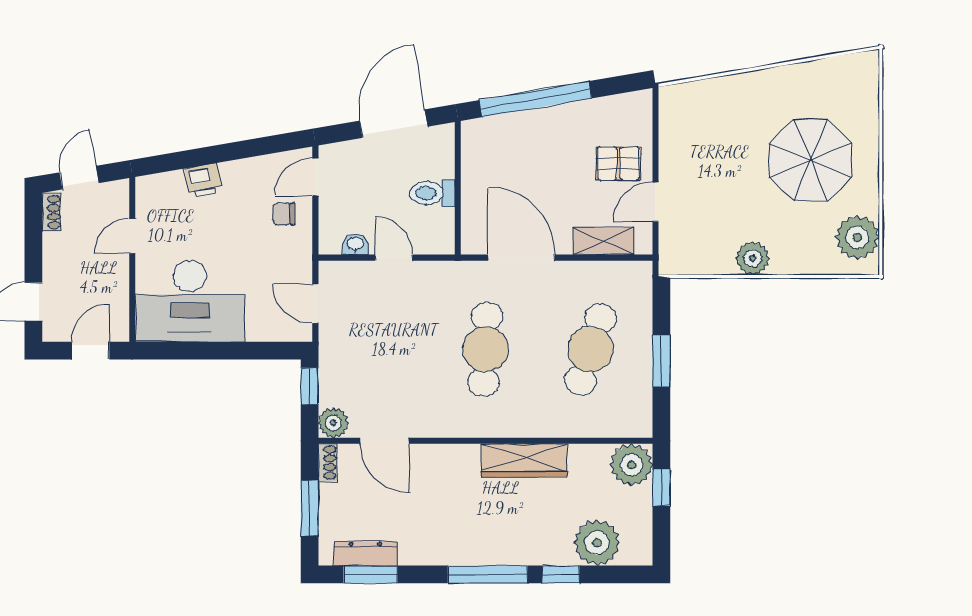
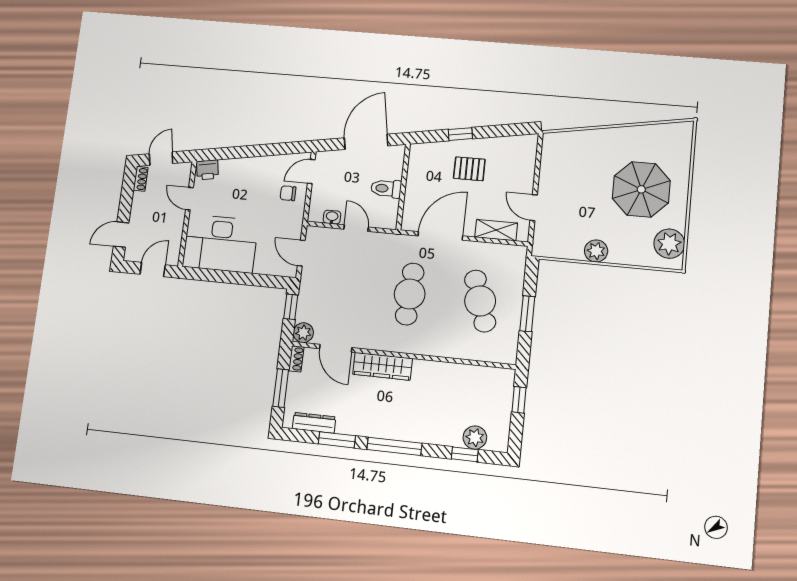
window: (535, 99) -> (460, 134), width x0.32
pallet: (618, 163) -> (469, 169), moved
printer: (203, 180) -> (208, 170), moved
door: (655, 202) -> (534, 208), hinge flipped
door: (132, 236) -> (189, 199), hinge flipped
door: (522, 258) -> (440, 236), hinge flipped
cafe table: (590, 349) -> (480, 301), turned -36
wardrobe: (524, 460) -> (382, 366), moved
plant: (631, 465) -> (500, 382), removed
plant: (597, 543) -> (475, 438), width x0.73, depth x0.73
window: (371, 574) -> (337, 440), moved
window: (561, 574) -> (465, 454), moved

